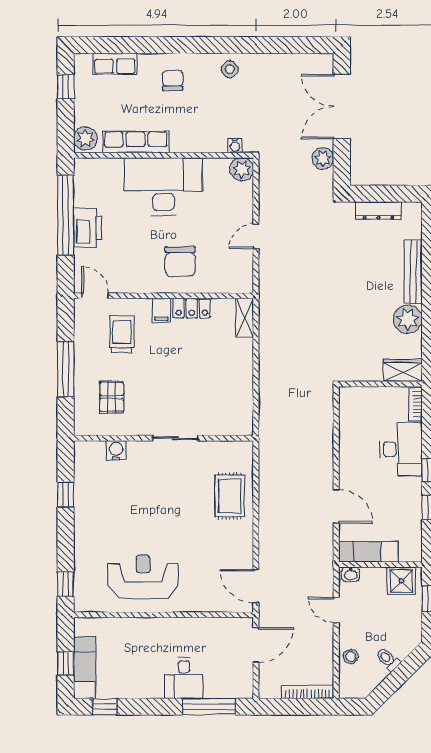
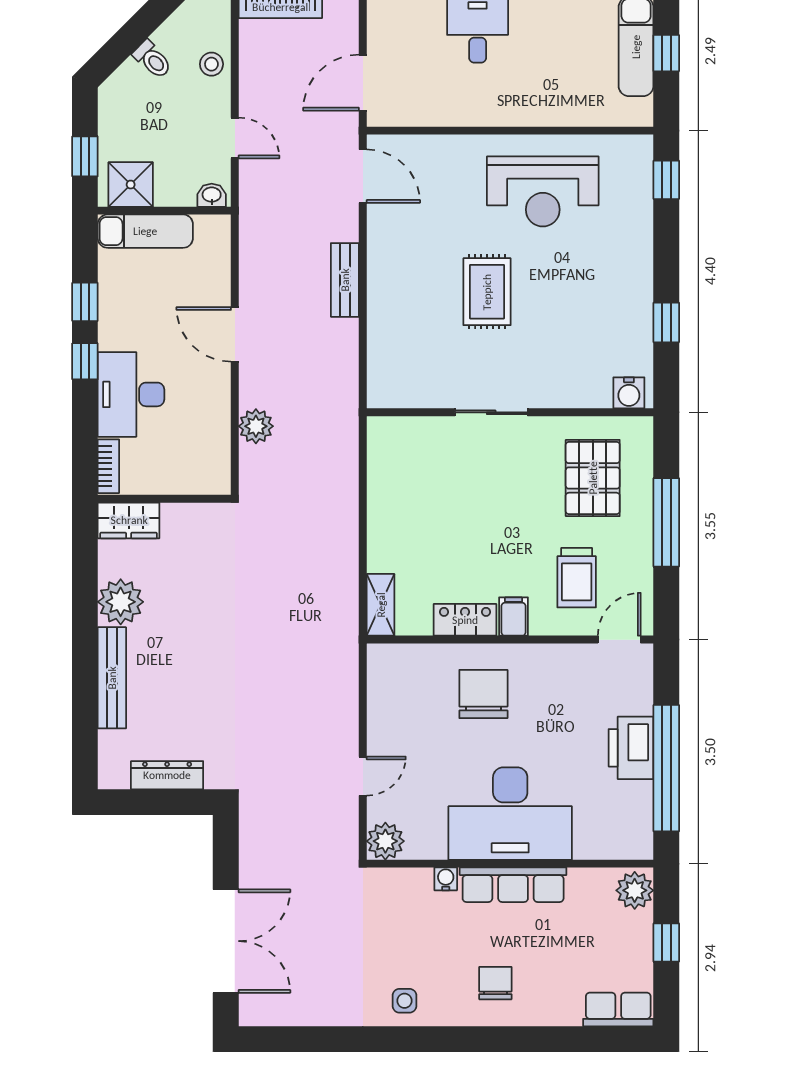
row of seats: (115, 64) -> (618, 1009), moved
side table: (230, 69) -> (404, 1001), turned 45
chair: (173, 80) -> (495, 983), turned 180
window: (66, 87) -> (666, 943), moved
row of seats: (135, 142) -> (513, 885), moved
water cooler: (235, 146) -> (446, 879), moved
plant: (323, 158) -> (256, 426), moved
door: (256, 236) -> (363, 776), moved
door: (95, 296) -> (619, 640), swing flipped
pallet: (112, 397) -> (593, 478), width x1.50, depth x1.42
water cooler: (116, 450) -> (629, 393), moved
rug: (230, 496) -> (487, 292), moved
door: (336, 506) -> (235, 334), moved
bench: (267, 521) -> (345, 280), added
exam couch: (368, 552) -> (145, 231), moved

